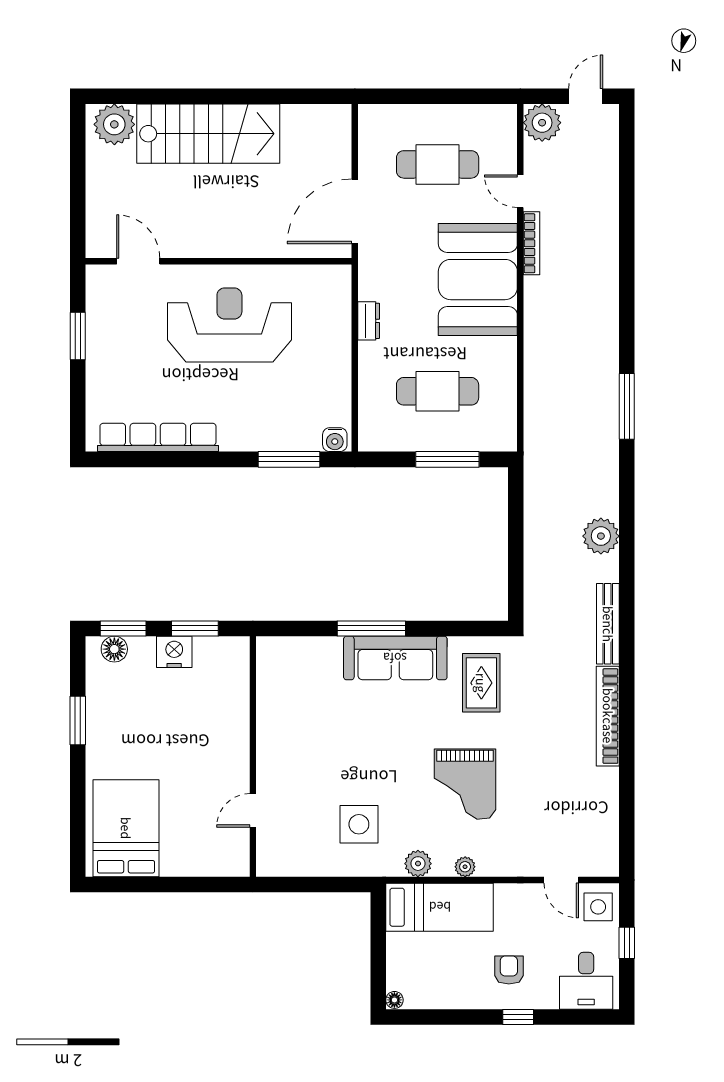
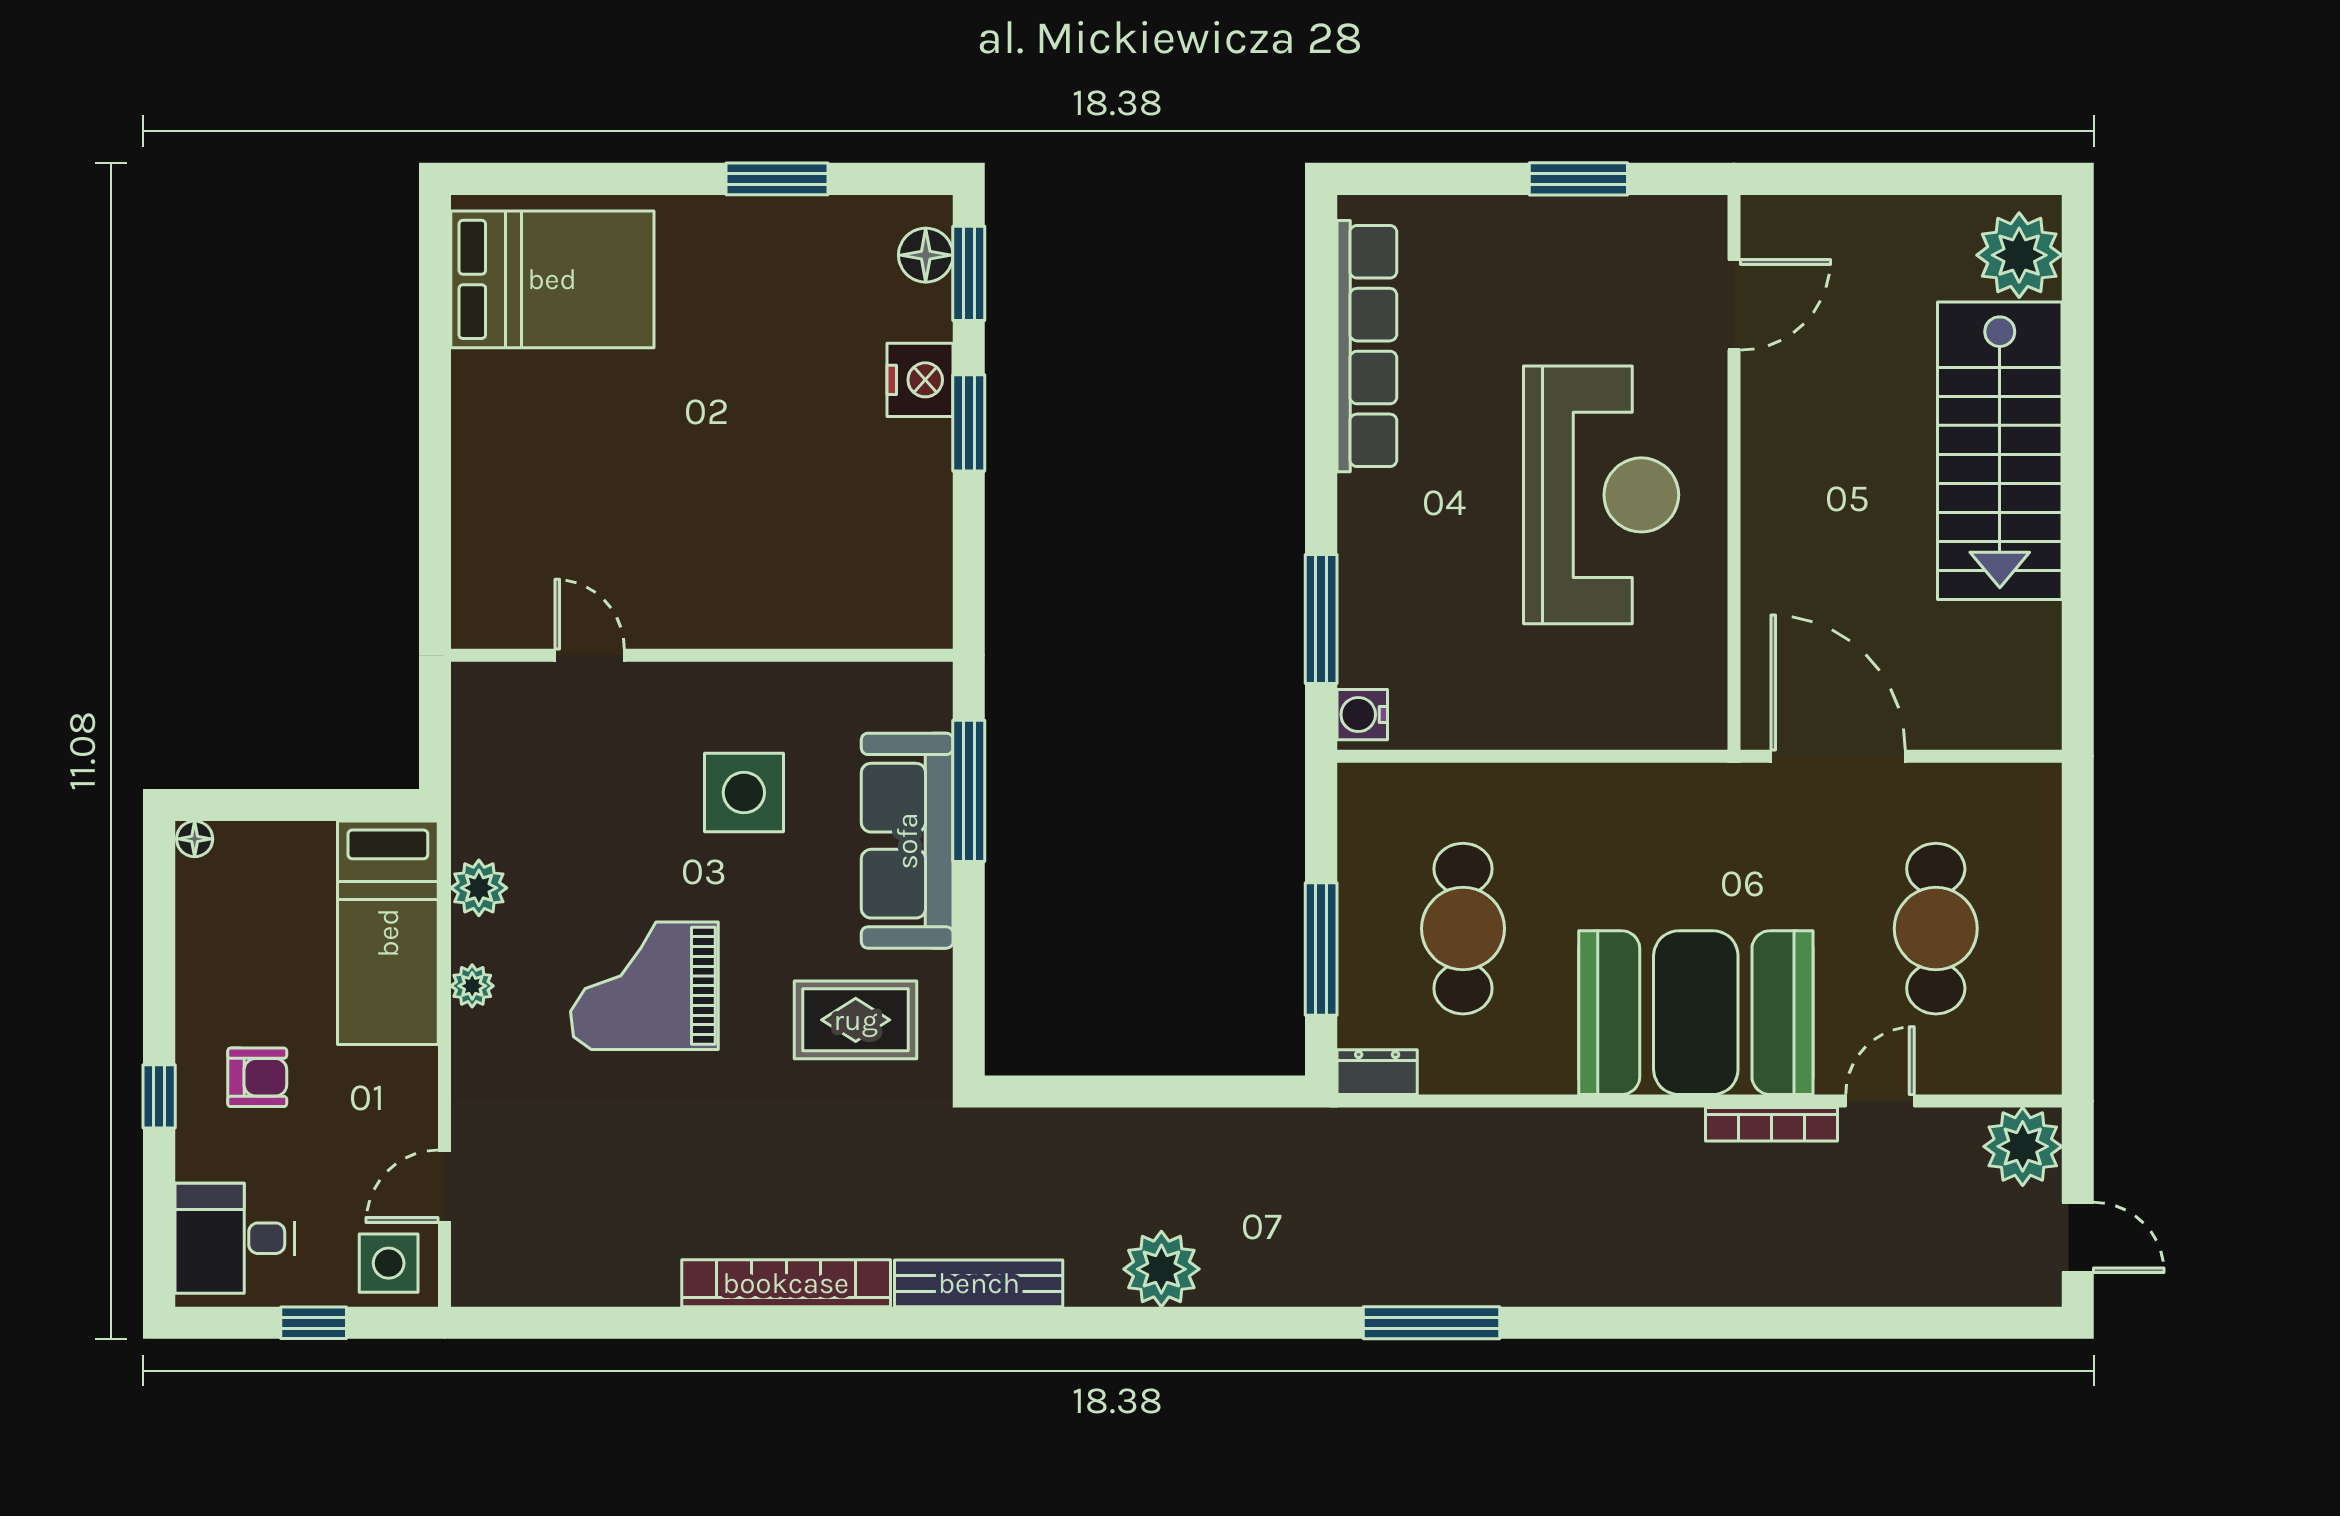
dresser: (369, 321) -> (1377, 1072), moved, turned 180
wall: (253, 757) -> (702, 655), moved
door: (253, 810) -> (590, 655), moved
side table: (359, 824) -> (744, 793), moved

